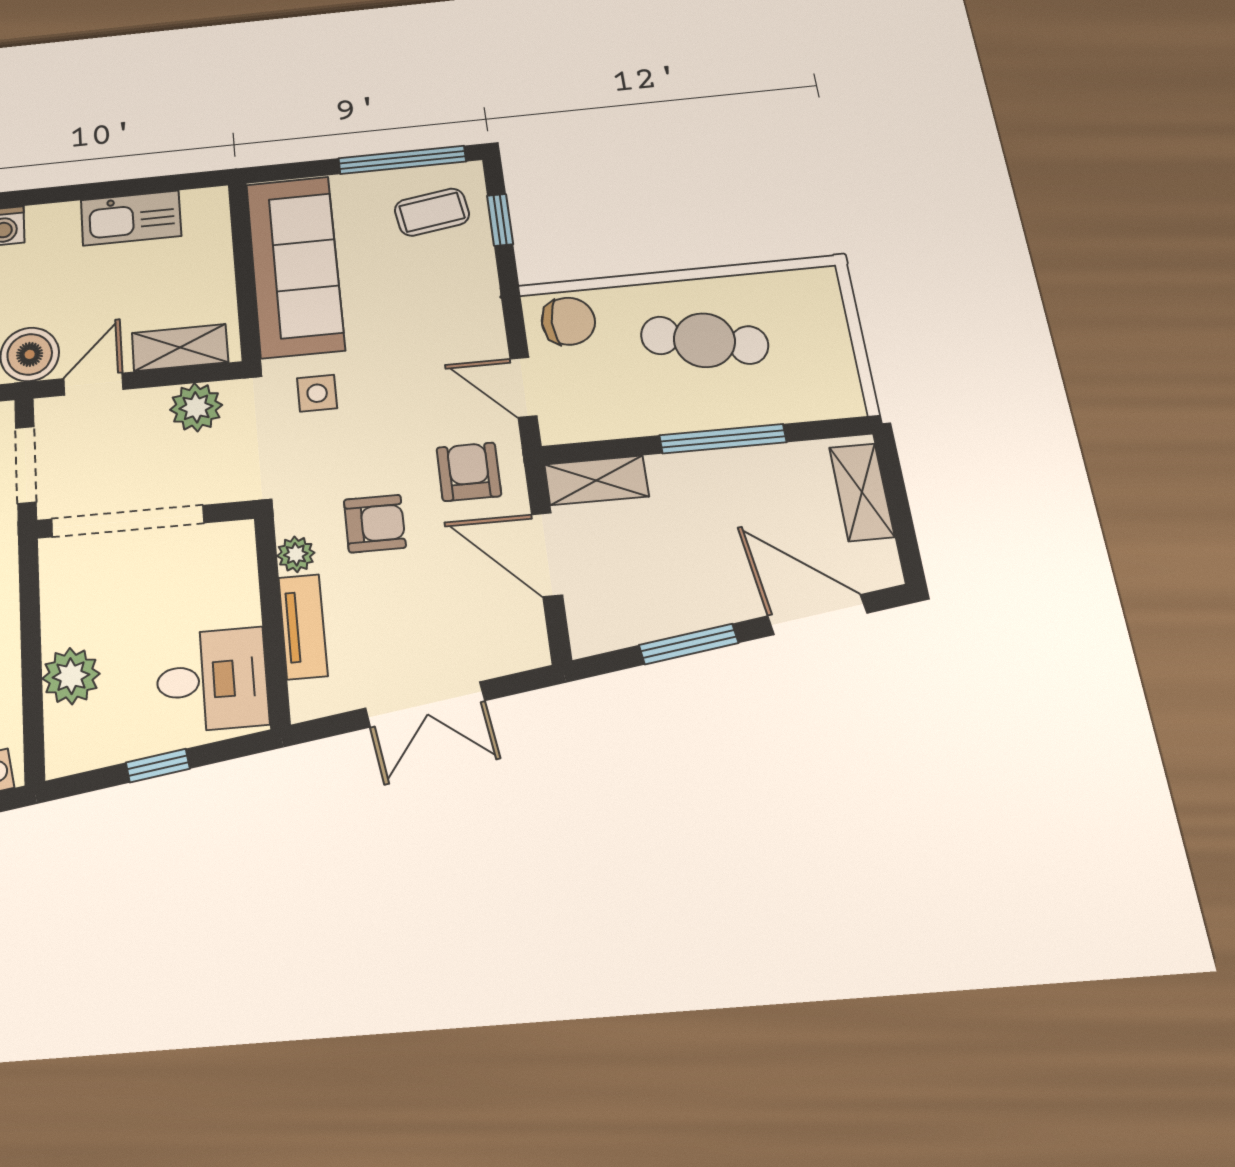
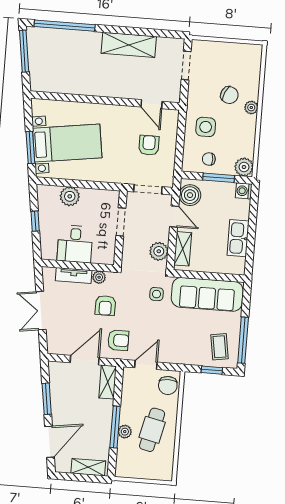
plant: (729, 410) -> (125, 432), added
doorway: (127, 521) -> (121, 222), width x0.53
desk: (212, 680) -> (75, 244), moved

